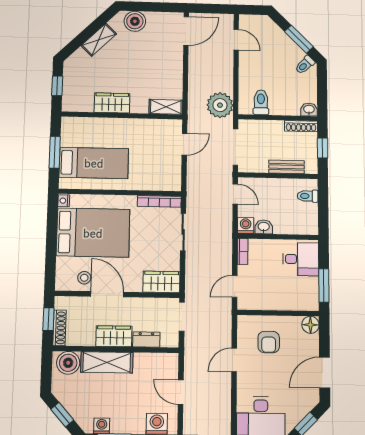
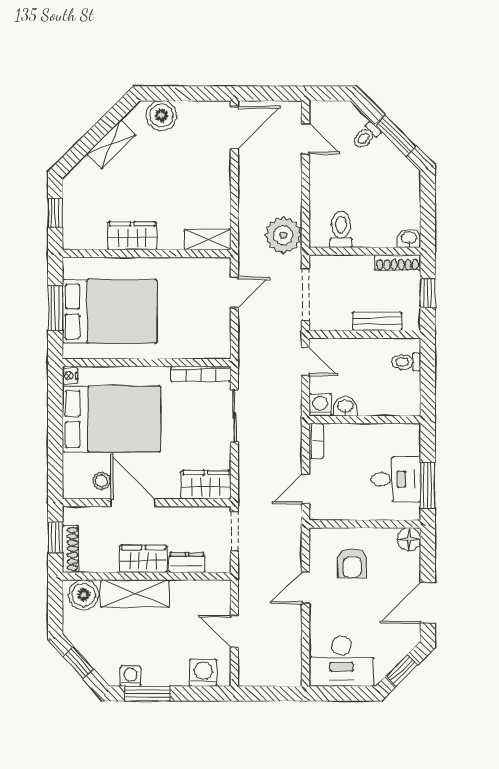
toilet: (305, 65) -> (366, 136), moved
bed: (94, 163) -> (110, 311), width x1.50
desk: (301, 259) -> (396, 479), moved

